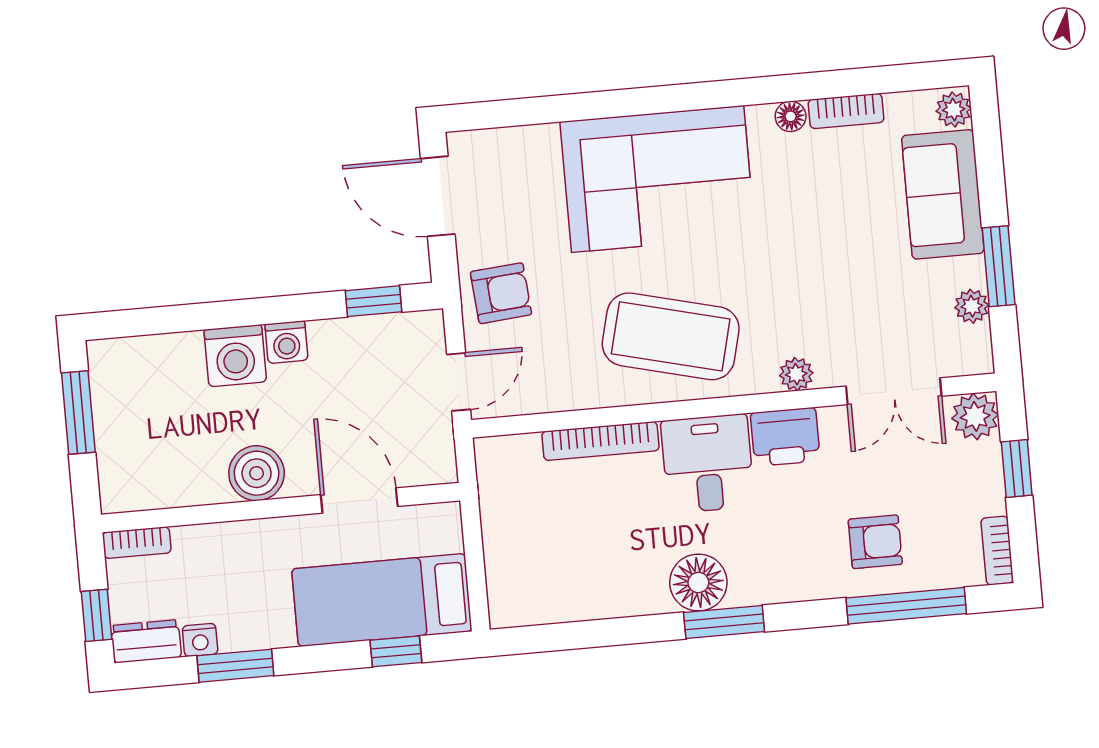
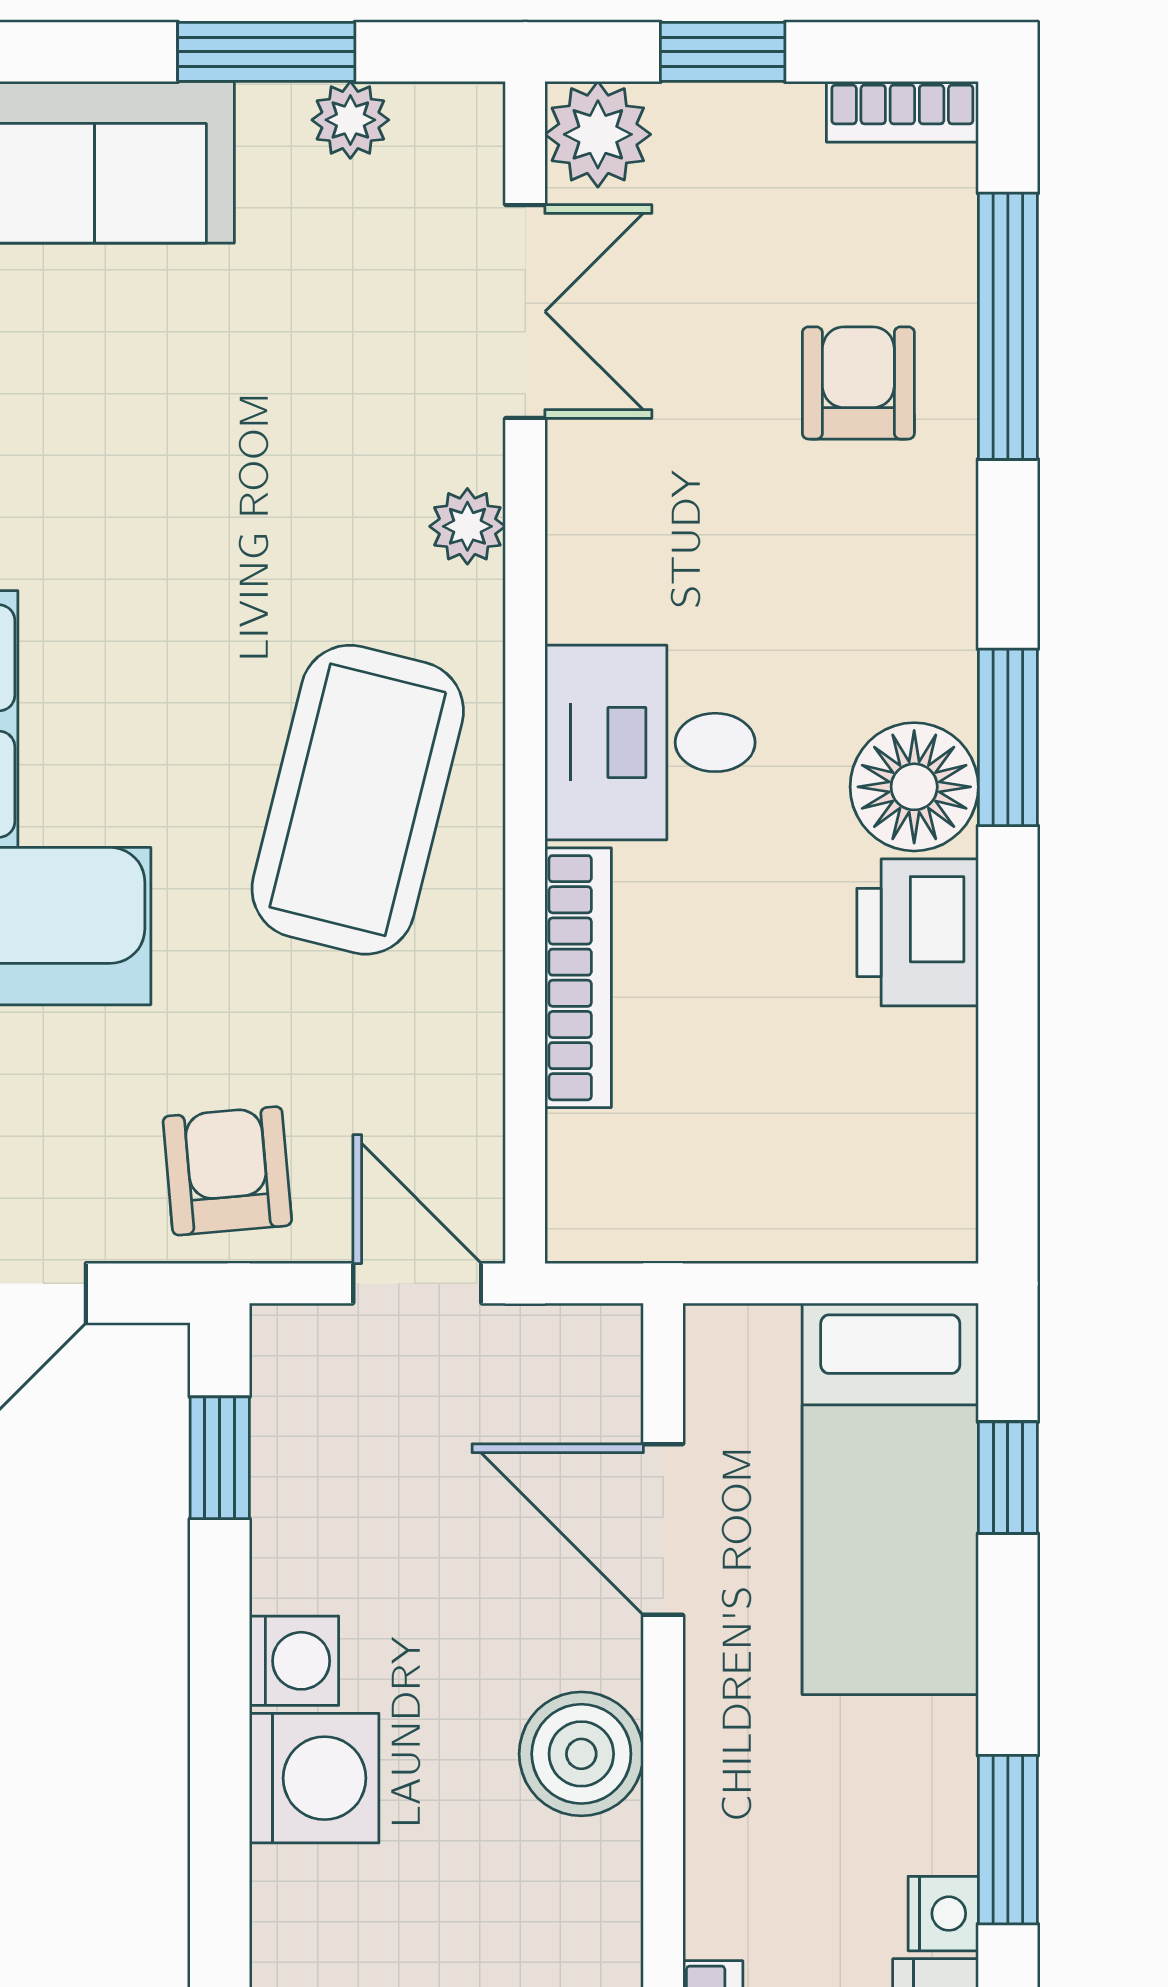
printer: (785, 437) -> (918, 932), moved, turned 180
door: (359, 501) -> (663, 1529), hinge flipped

